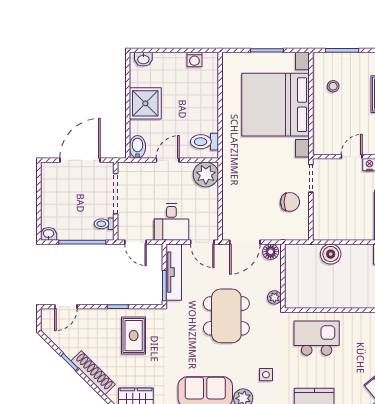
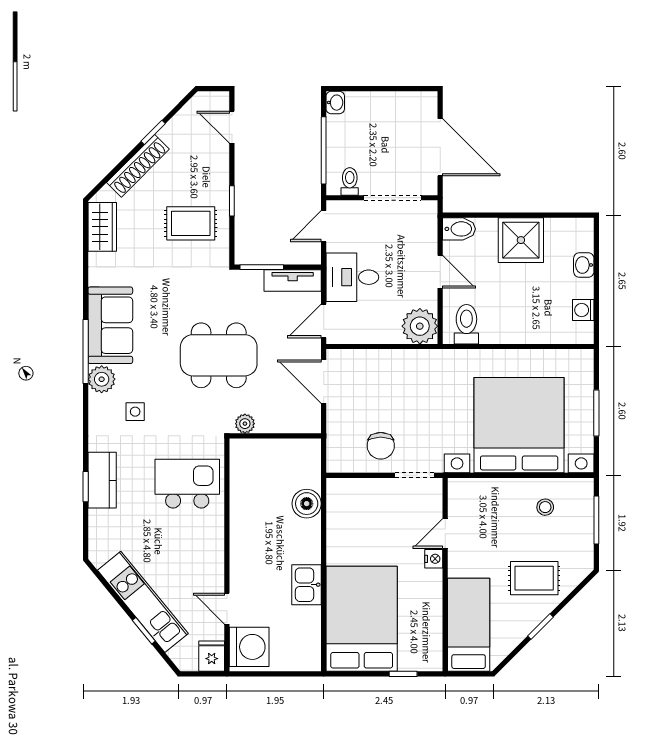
washbasin: (143, 59) -> (584, 265), moved
door: (352, 157) -> (445, 533), swing flipped
floor lamp: (271, 252) -> (310, 418), removed
tv unit: (174, 272) -> (293, 281), width x0.71
kitchen island: (317, 338) -> (187, 484), turned -90

